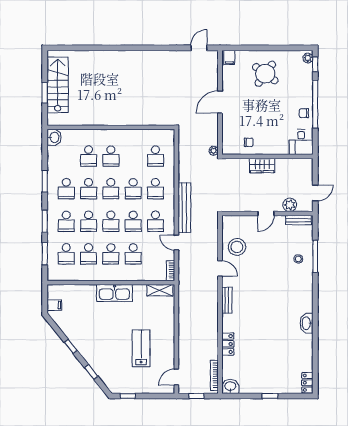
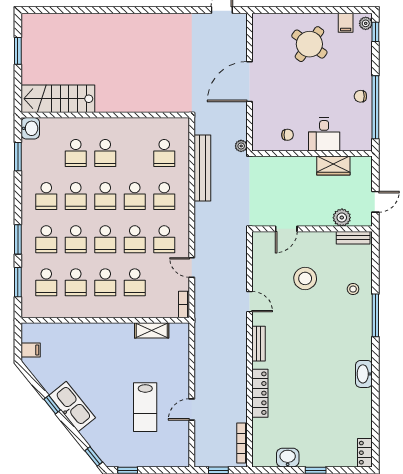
filing cabinet: (229, 58) -> (346, 23), moved
stairs: (58, 85) -> (58, 99), moved, turned -90
window: (45, 93) -> (18, 51), moved
door: (220, 102) -> (250, 82), width x1.36
window: (315, 104) -> (375, 107), moved
desk: (301, 142) -> (324, 134), moved
wardrobe: (262, 166) -> (333, 166), moved
window: (45, 181) -> (18, 157), moved
bench: (184, 208) -> (202, 168), moved
door: (266, 213) -> (286, 229), moved
stool: (237, 247) -> (305, 278), moved
window: (315, 256) -> (375, 315), moved
shelving: (160, 290) -> (152, 330), moved
kitchen sink: (114, 293) -> (72, 407), moved, turned -129
locker: (228, 344) -> (260, 393), width x1.53
lab bench: (141, 348) -> (145, 407), turned 180
window: (91, 372) -> (94, 456), moved
door: (176, 377) -> (192, 409), moved
washbasin: (230, 386) -> (288, 458), moved

